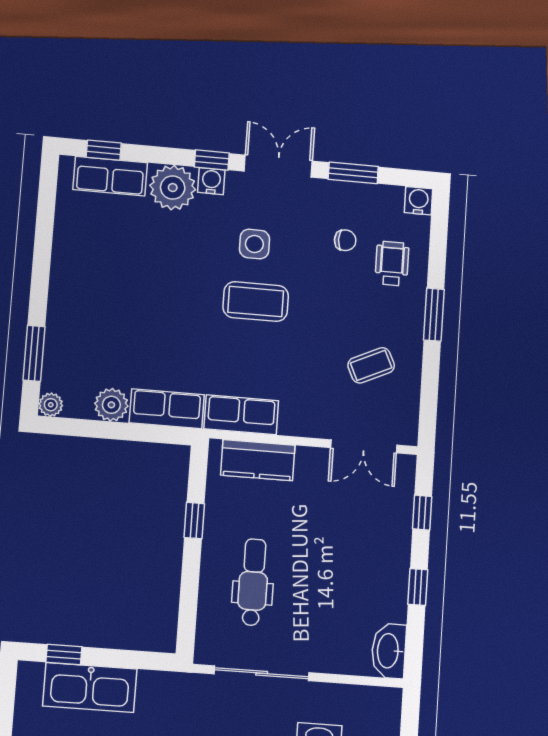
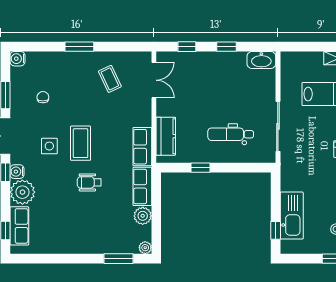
wheelchair: (392, 264) -> (89, 182), moved

